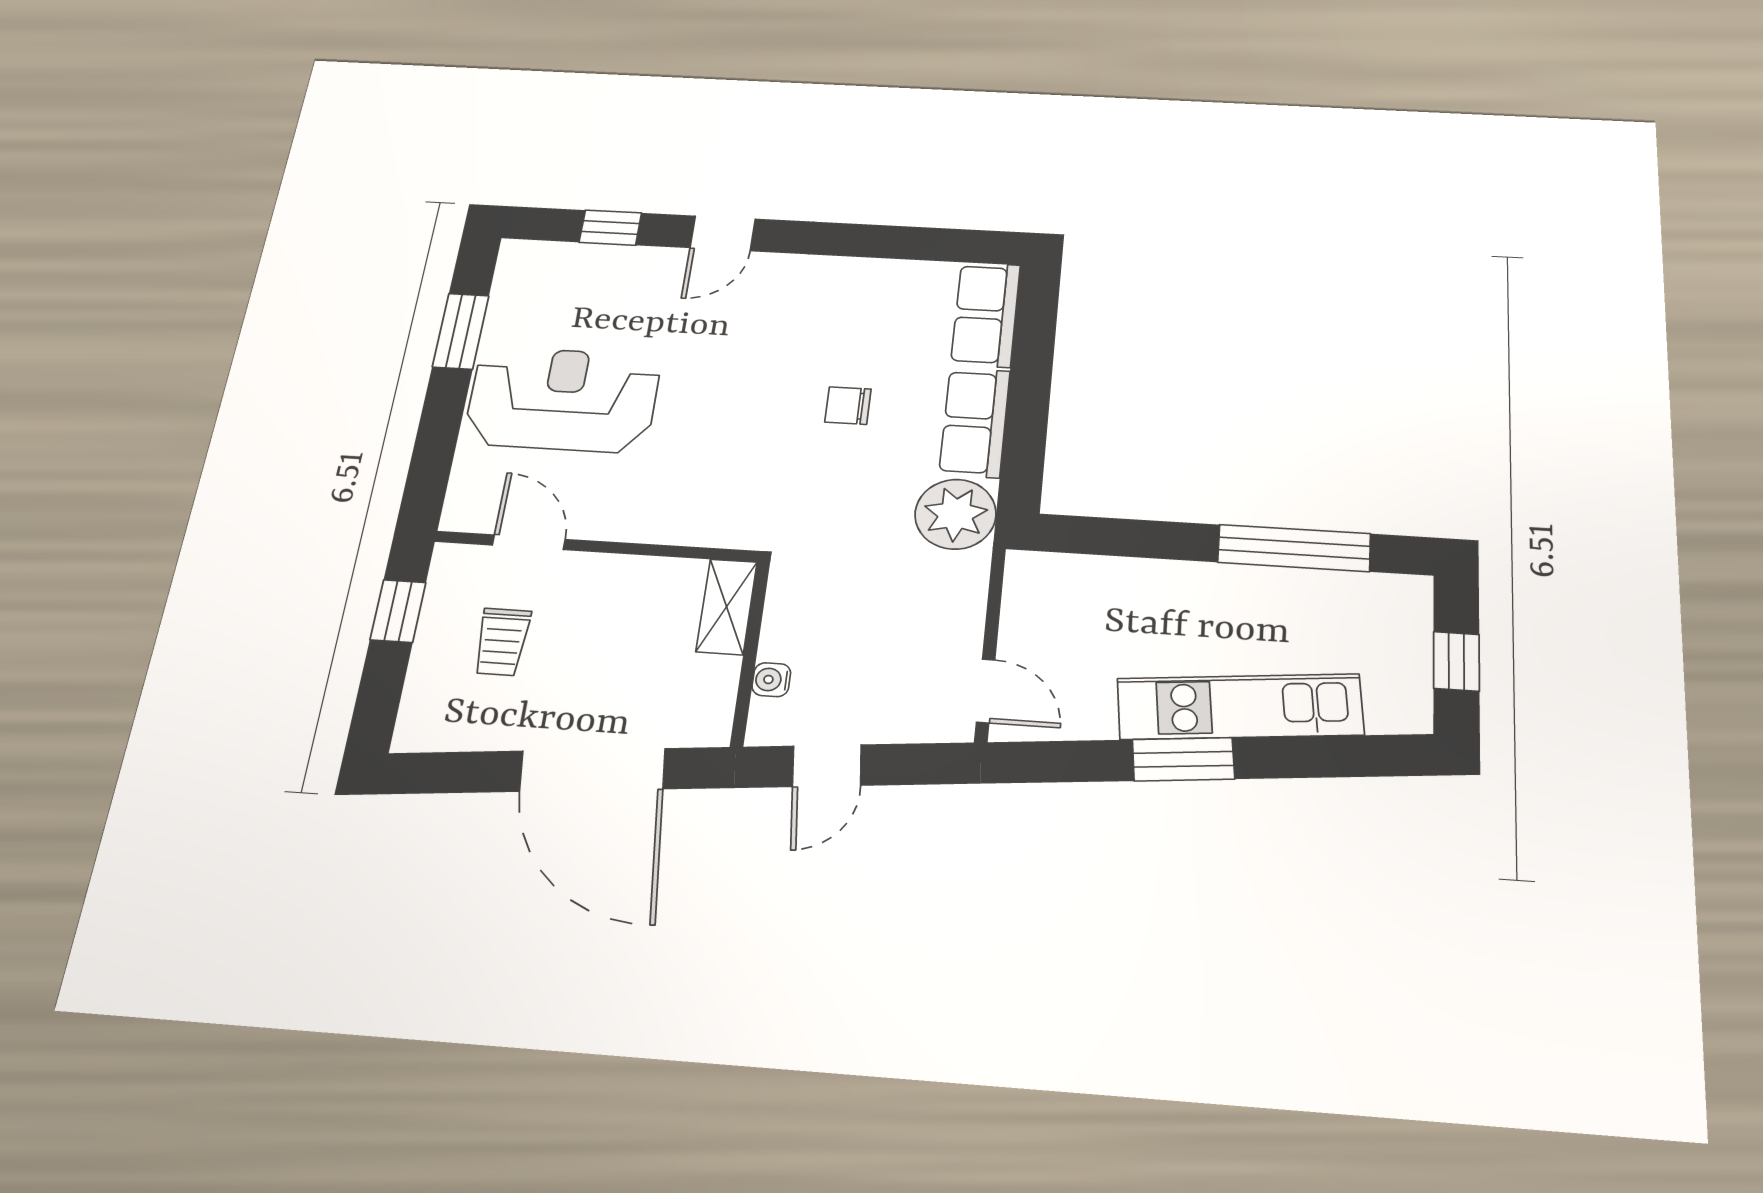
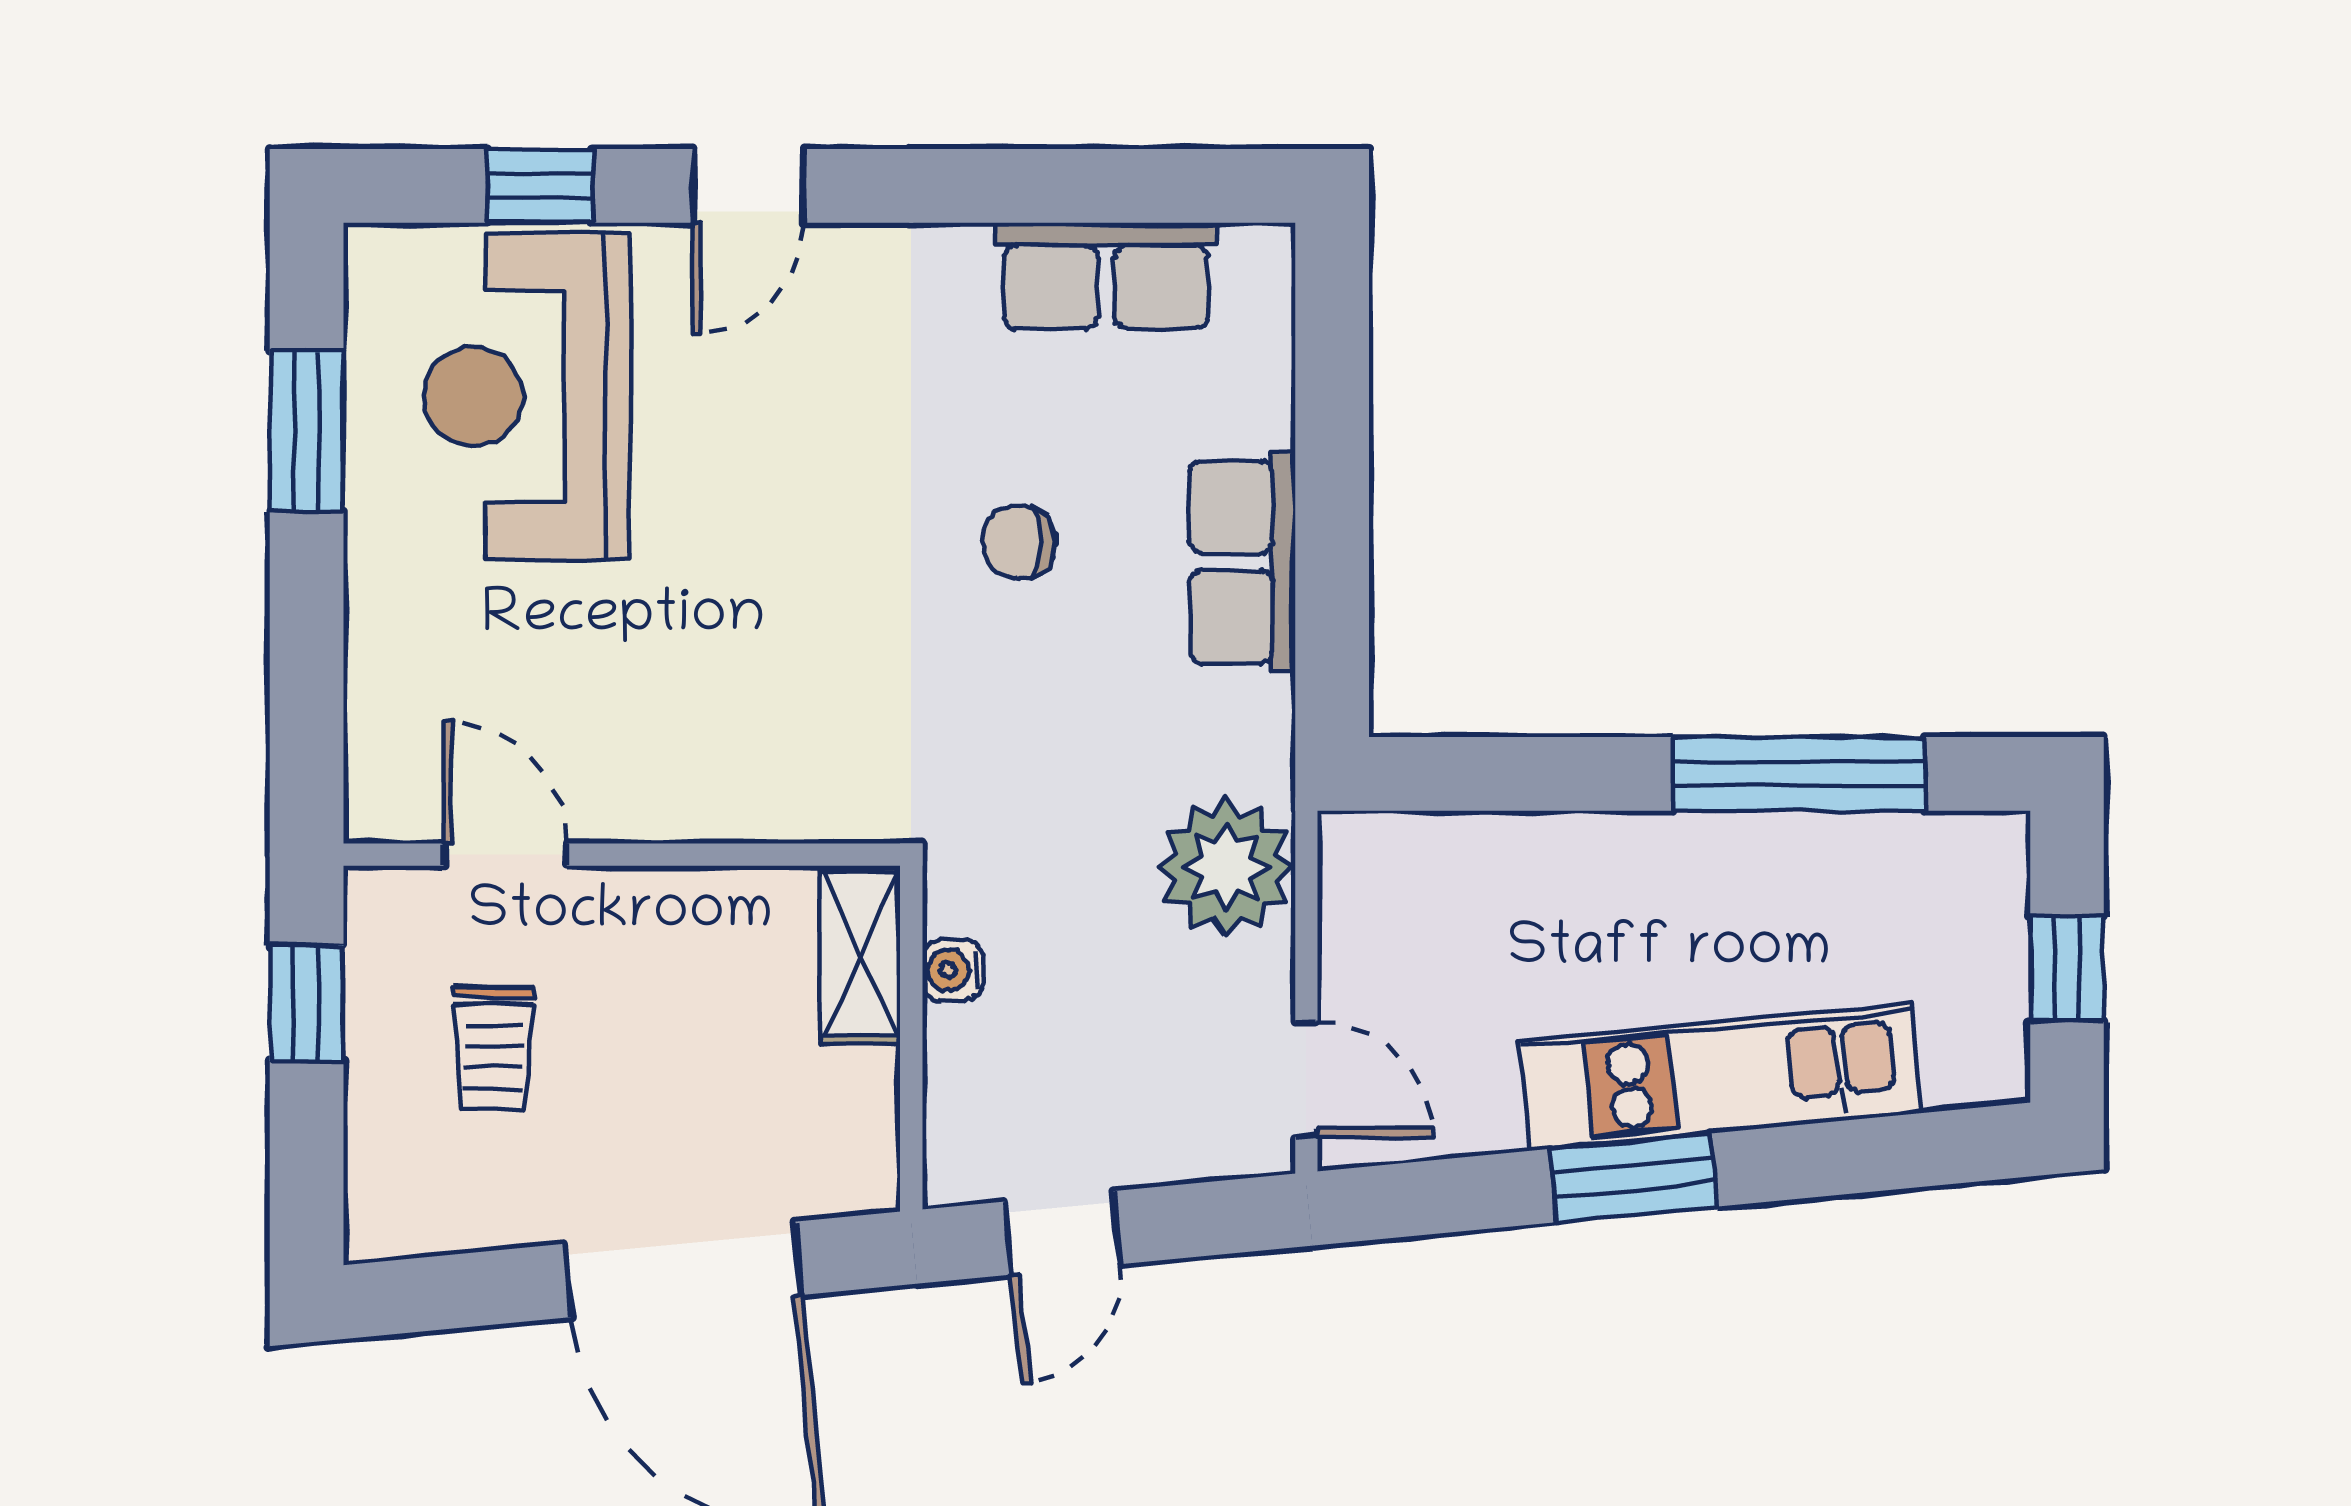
row of seats: (986, 314) -> (1106, 276), moved, turned -90
reception desk: (563, 400) -> (527, 396), moved, turned -90
plant: (956, 514) -> (1226, 867), moved
water cooler: (771, 680) -> (953, 970), moved

